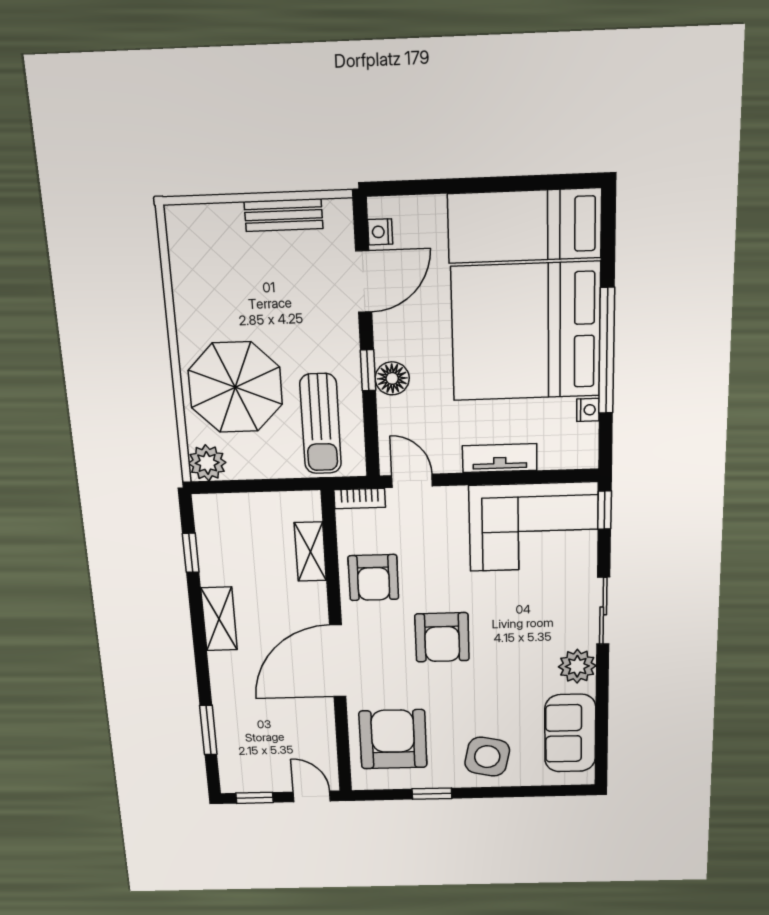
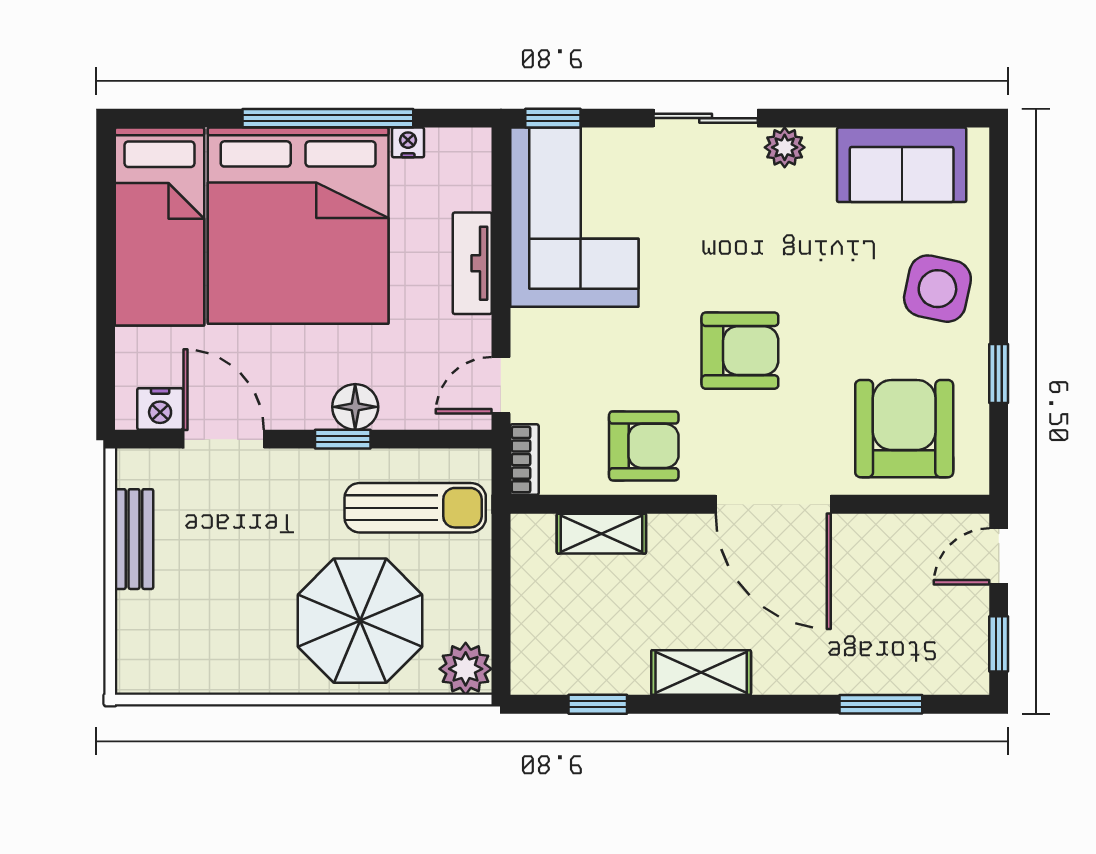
nightstand: (380, 232) -> (160, 409), width x1.39, depth x1.35
plant: (577, 666) -> (785, 147), width x0.73, depth x0.73
armchair: (393, 739) -> (904, 429), turned 90

